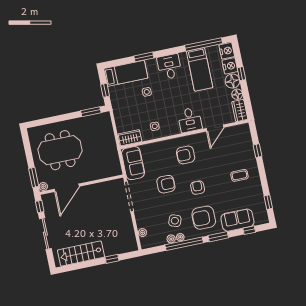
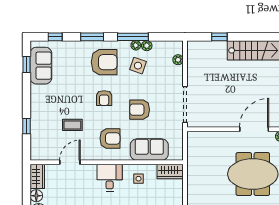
desk: (190, 120) -> (110, 178), moved
sofa: (133, 163) -> (149, 150), moved, turned 90
coffee table: (239, 175) -> (72, 125), moved
sofa: (237, 220) -> (41, 66), moved, turned -90
window: (184, 244) -> (133, 37), width x0.68

